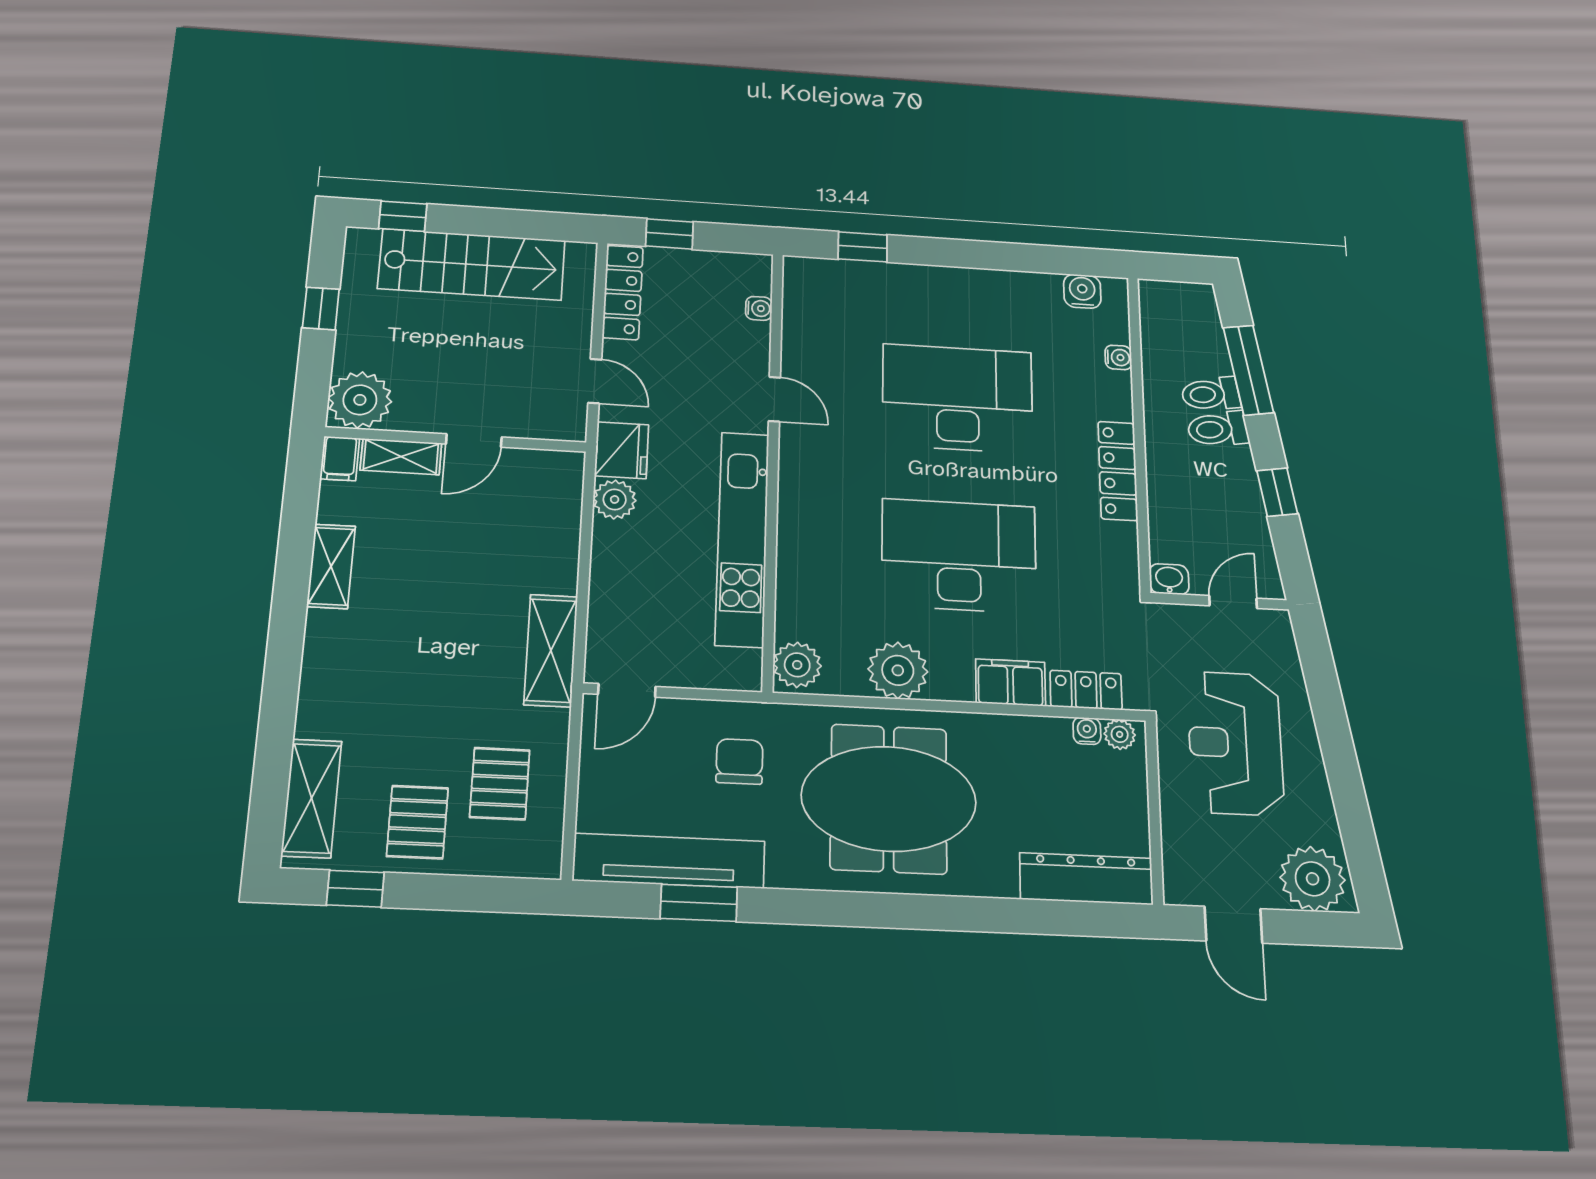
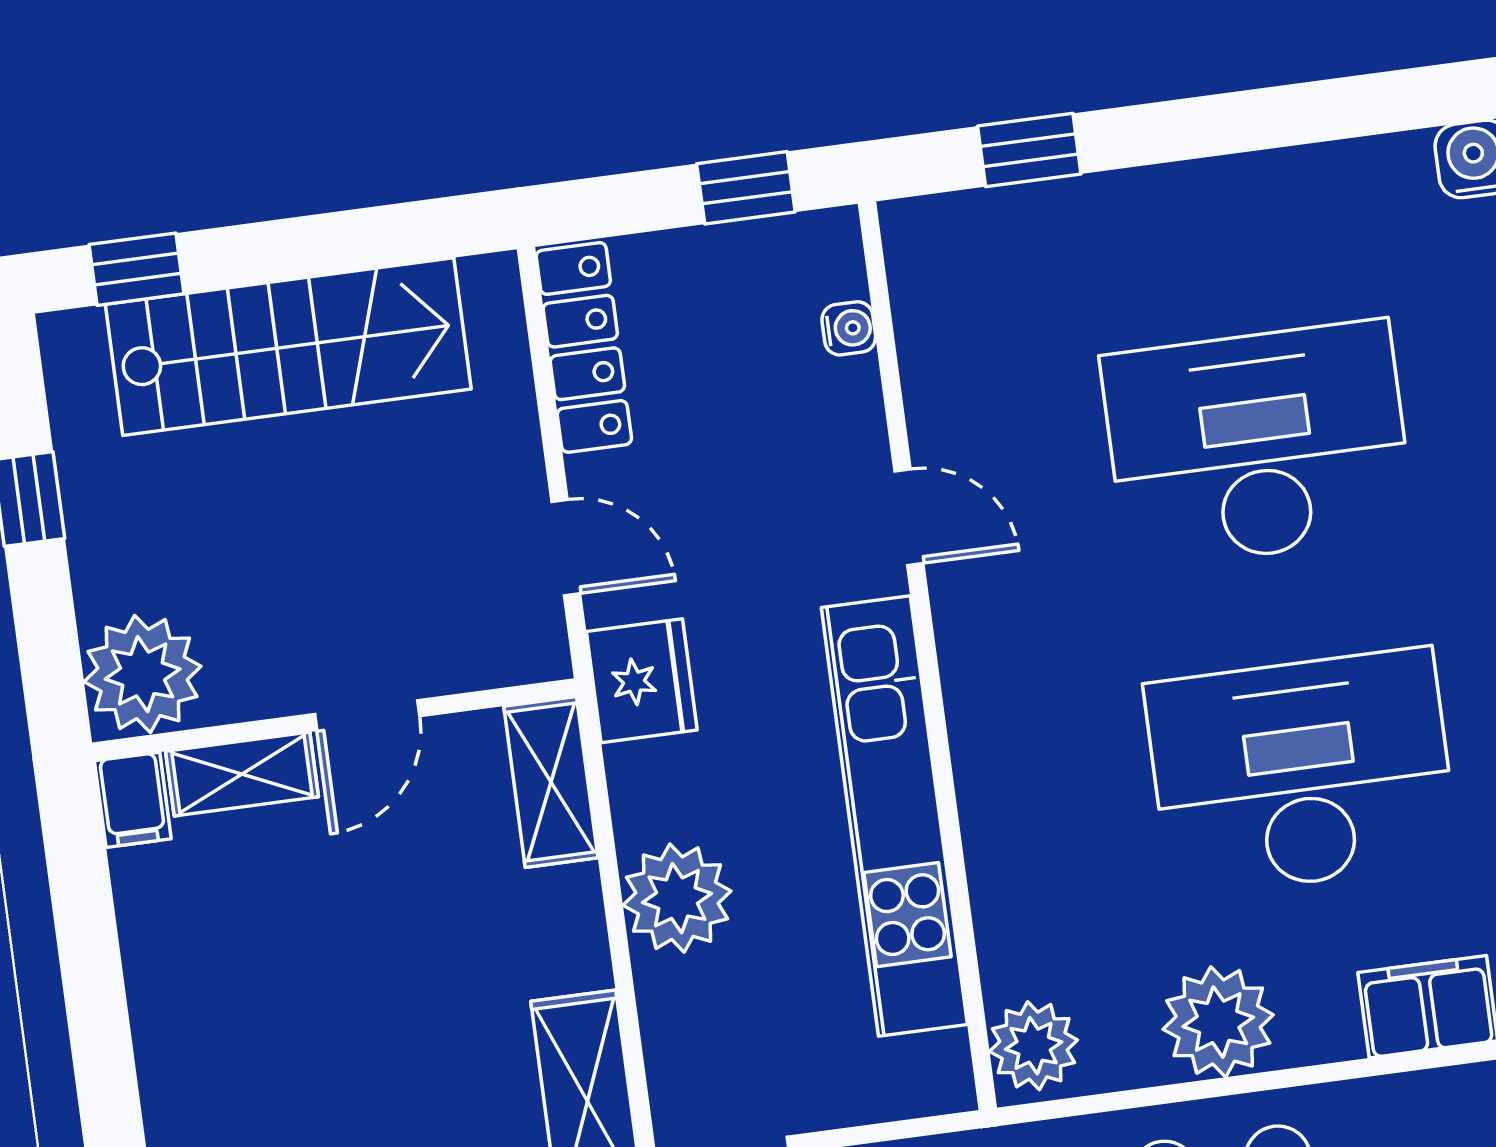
window: (669, 234) -> (746, 188), moved
plant: (615, 499) -> (677, 898), moved, width x1.36, depth x1.36
shelving: (331, 566) -> (551, 782), moved

